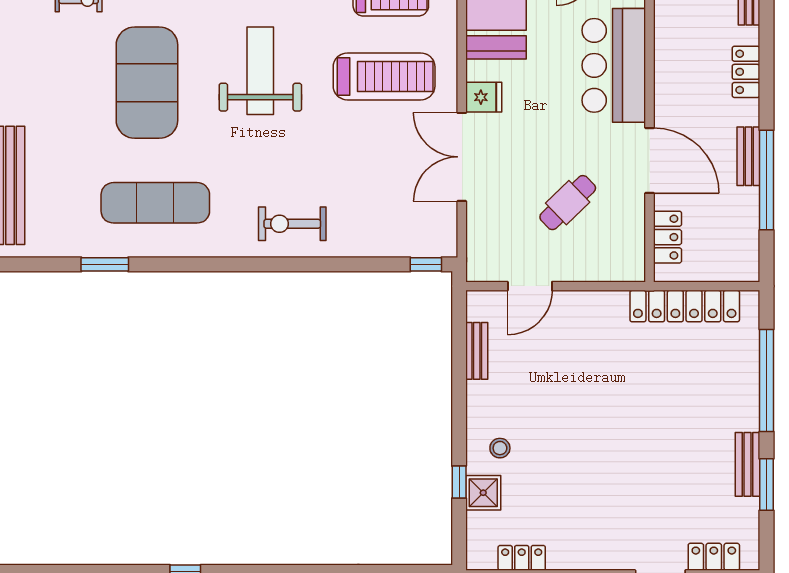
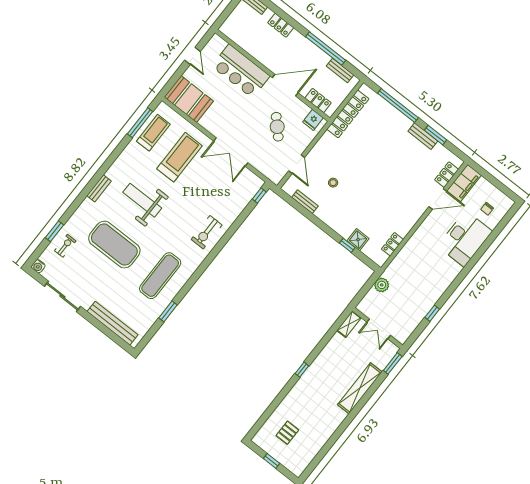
fridge: (484, 97) -> (313, 120), moved, turned 180
bench: (748, 156) -> (340, 70), moved
stool: (500, 448) -> (333, 183), moved

